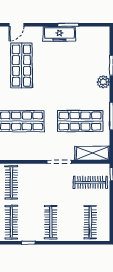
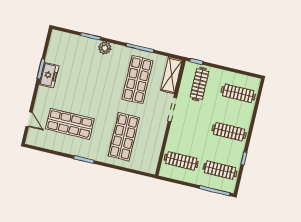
freezer: (59, 34) -> (49, 75), width x0.71

